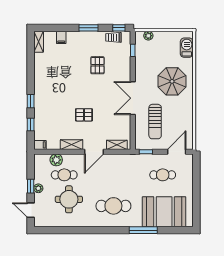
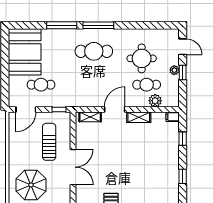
window: (31, 101) -> (183, 176), moved
pallet: (84, 115) -> (125, 149), removed
booth: (164, 212) -> (25, 52), moved, turned 90
window: (109, 230) -> (98, 25), added

